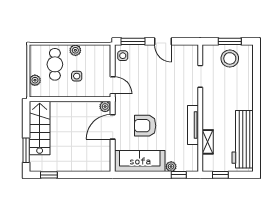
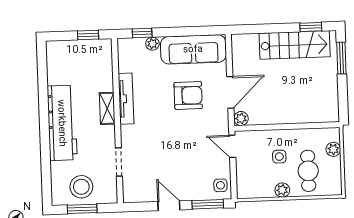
stairs: (40, 128) -> (295, 45), moved, turned -90
workbench: (243, 139) -> (62, 123), moved
shelving: (208, 142) -> (107, 108), moved

